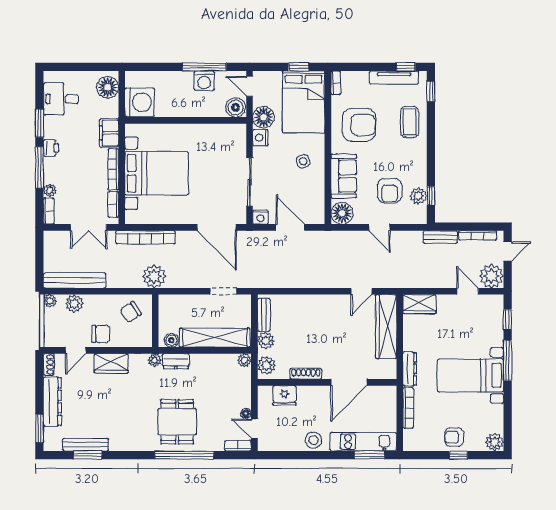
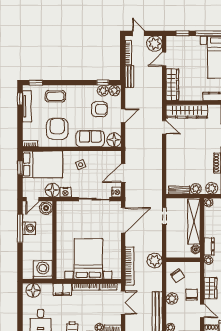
plant: (419, 214) -> (114, 91), added
plant: (74, 303) -> (172, 299), moved
wardrobe: (419, 304) -> (172, 85), width x1.50

